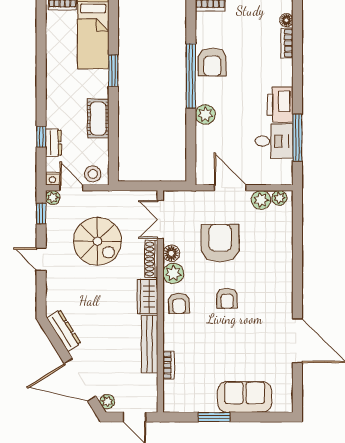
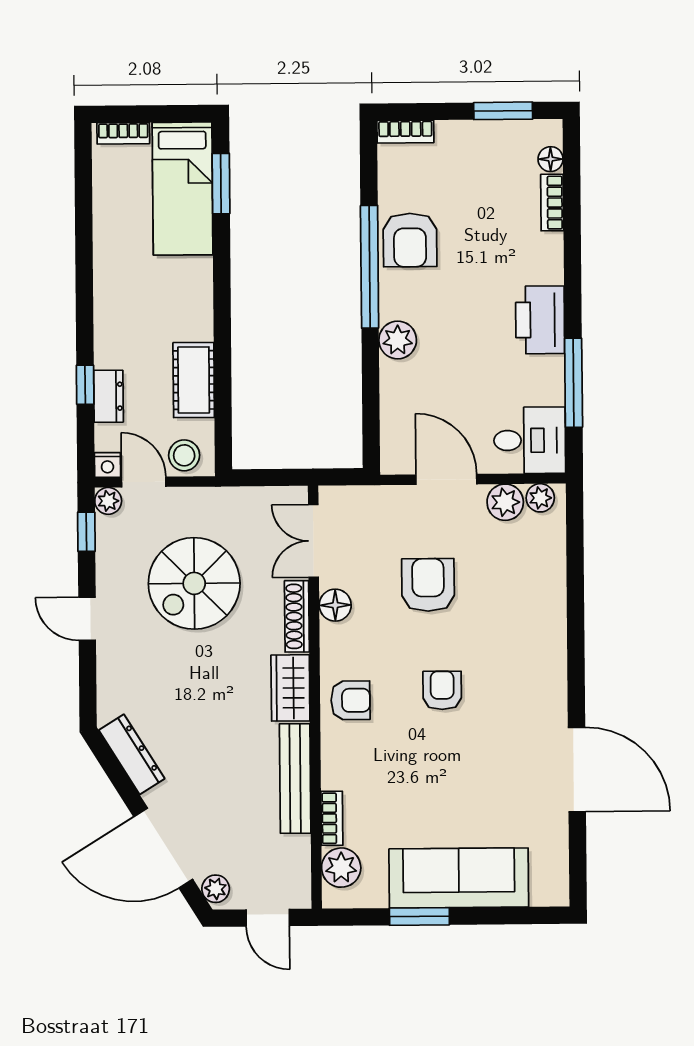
window: (113, 71) -> (221, 184), moved
cot: (98, 118) -> (194, 380), moved
desk: (274, 141) -> (530, 440), moved
spiral stairs: (97, 241) -> (194, 583), turned 90
armchair: (220, 243) -> (428, 585), width x0.73, depth x0.73
plant: (173, 273) -> (341, 868), moved
armchair: (227, 298) -> (442, 690), turned 180
armchair: (179, 303) -> (351, 700), turned -88
sofa: (245, 397) -> (459, 878), width x1.36

